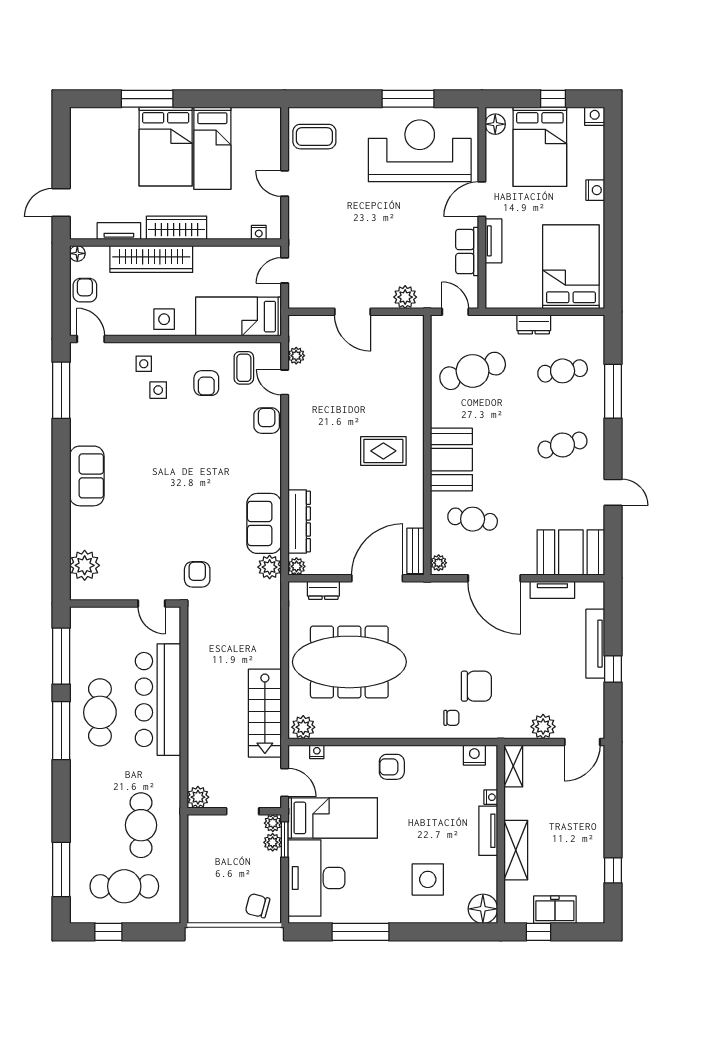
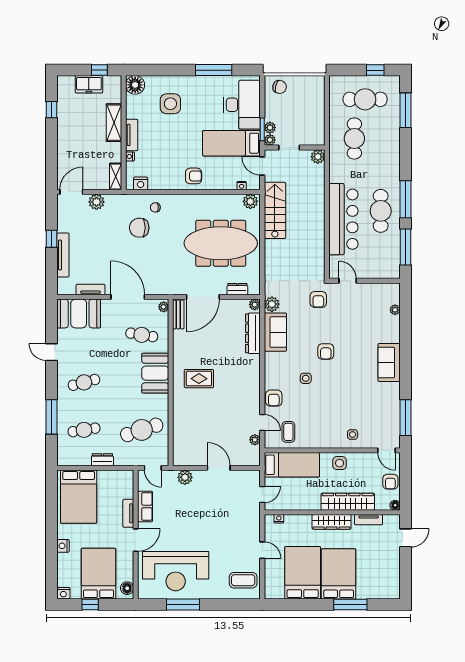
bed: (212, 148) -> (303, 573), width x1.50
armchair: (206, 383) -> (326, 351), moved, turned 180
side table: (158, 390) -> (306, 378), moved
plant: (85, 565) -> (395, 310), width x0.53, depth x0.53

